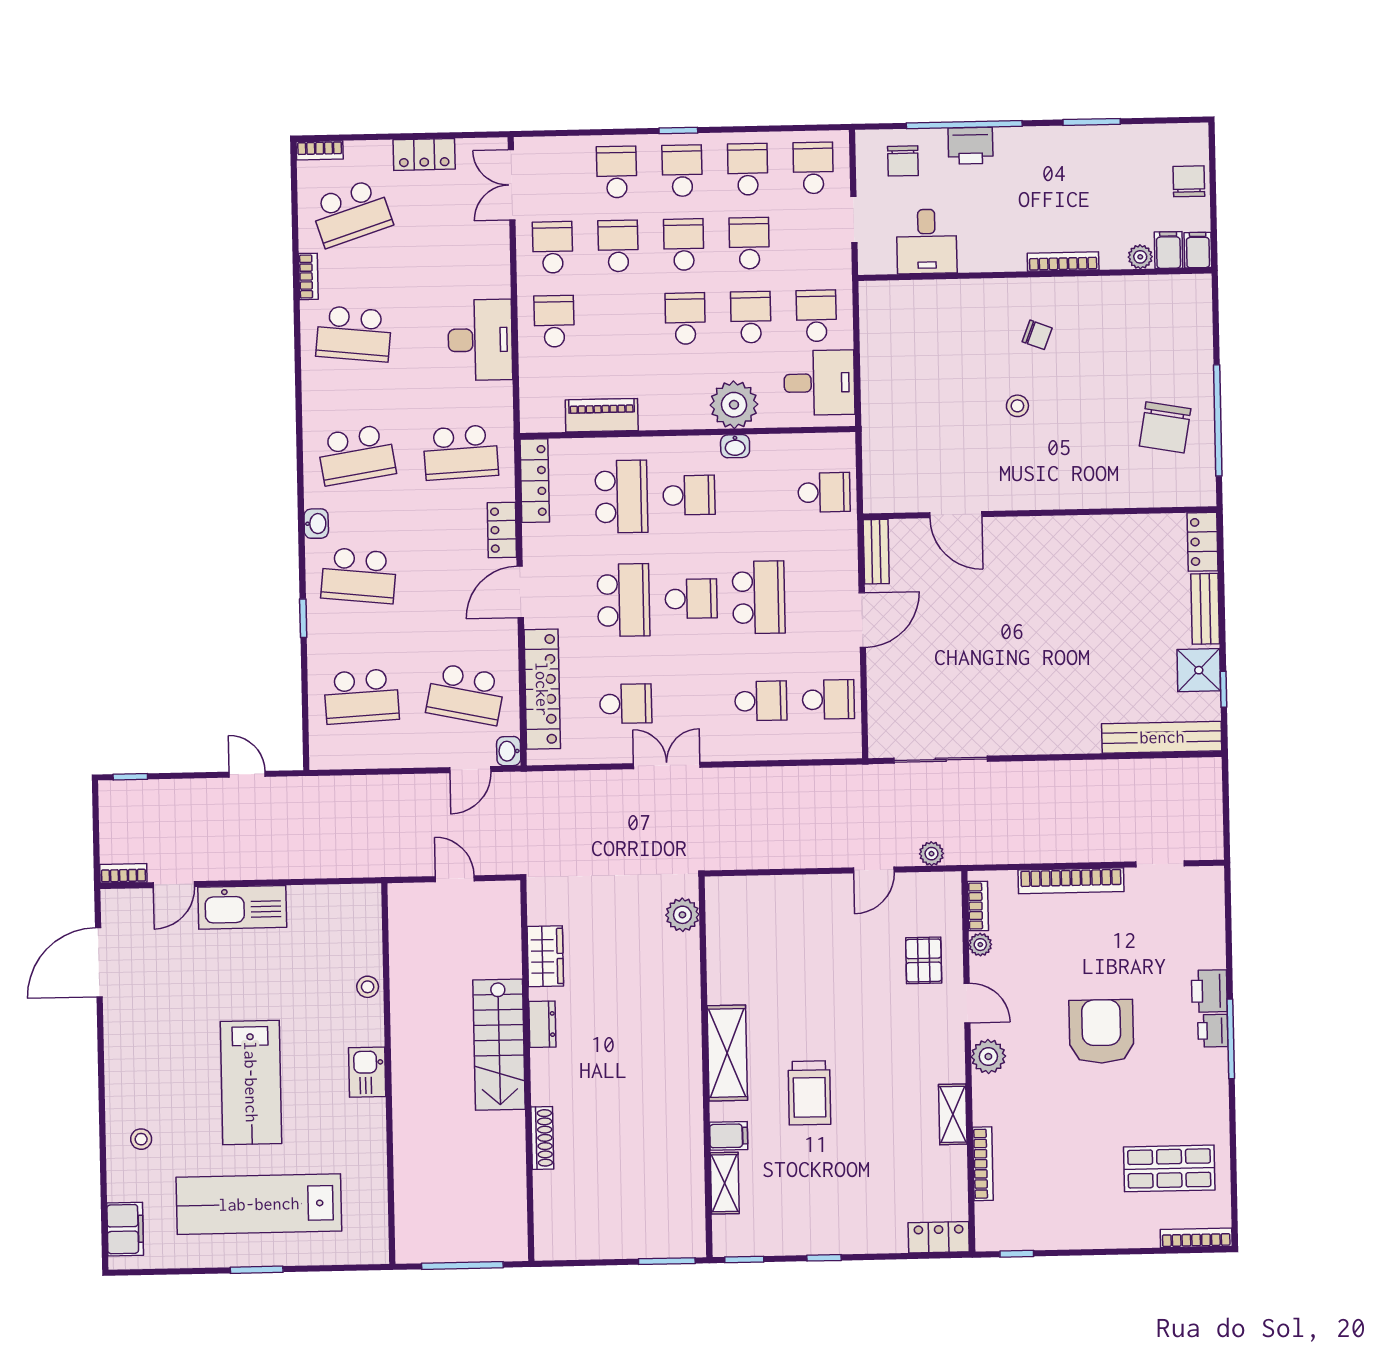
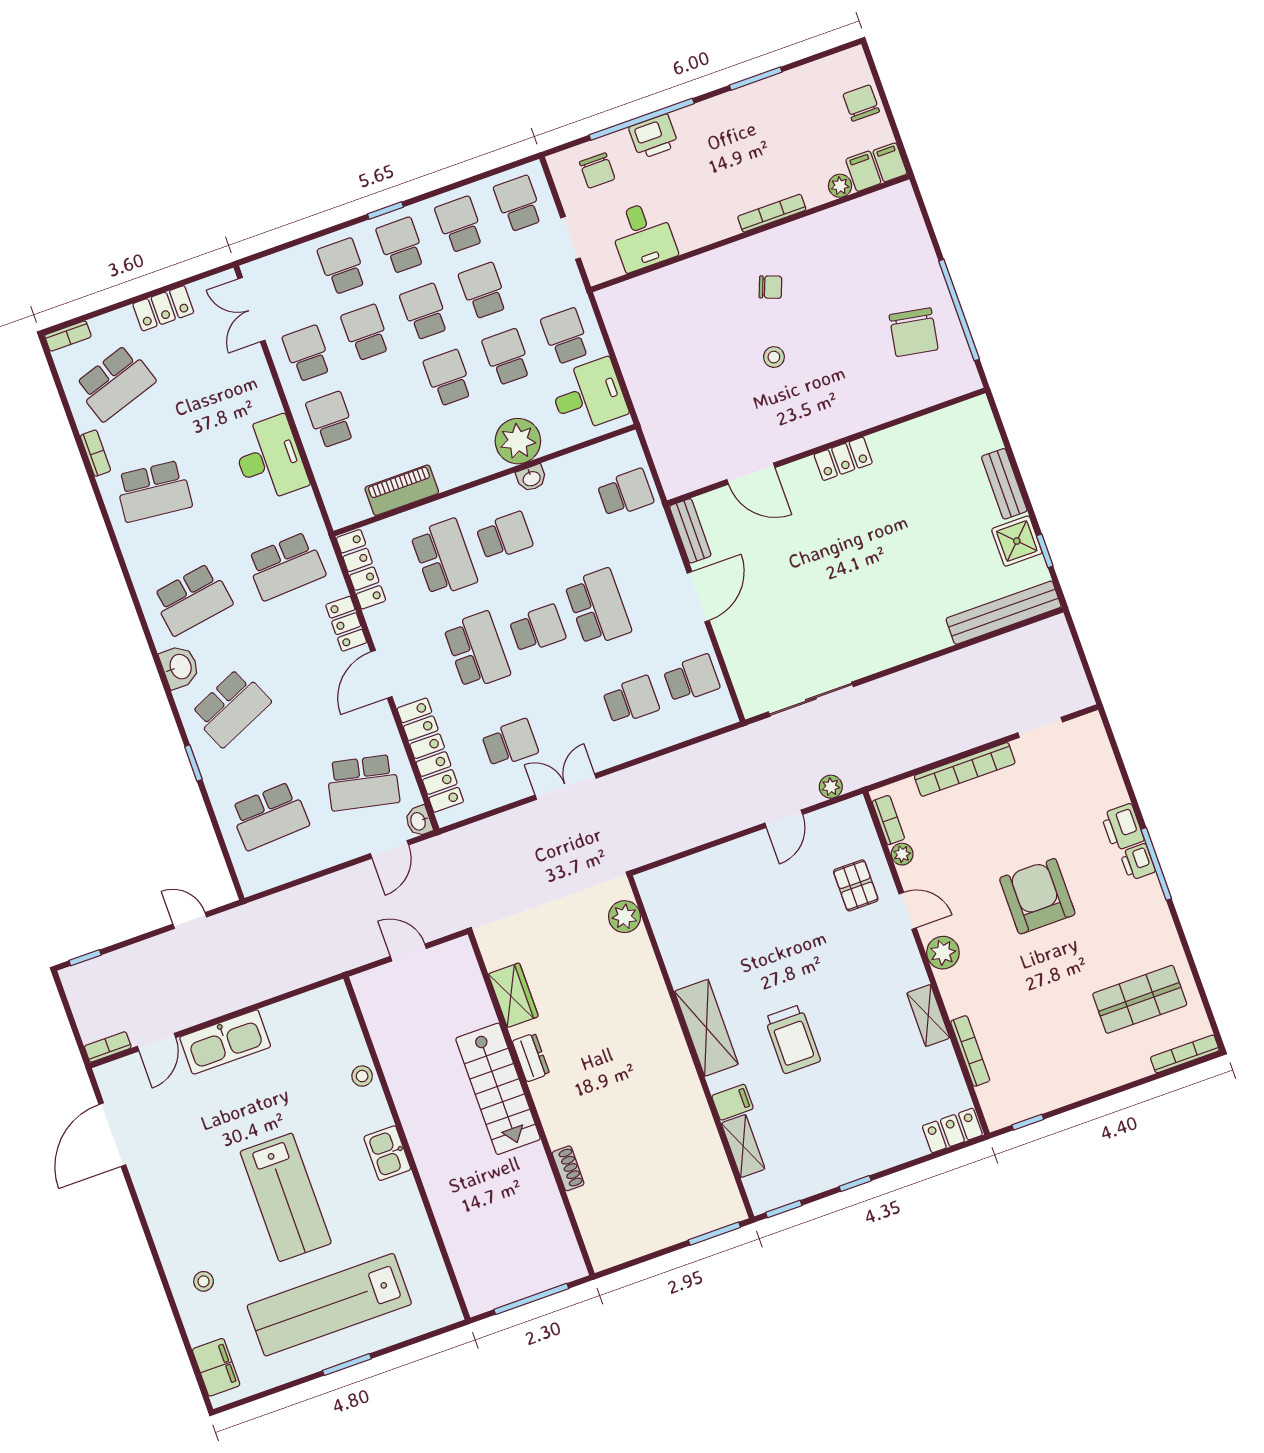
washbasin: (316, 524) -> (180, 667), width x1.38, depth x1.45
locker: (1202, 542) -> (843, 459), moved, turned -90
school desk: (359, 576) -> (231, 708), turned -30
shoe rack: (542, 1138) -> (568, 1168), width x0.70

